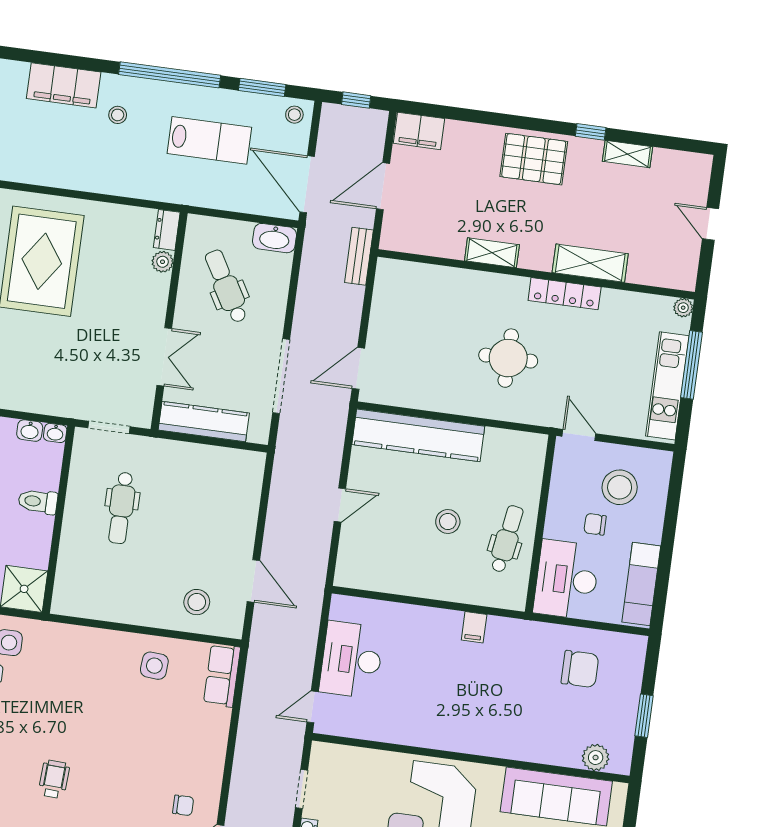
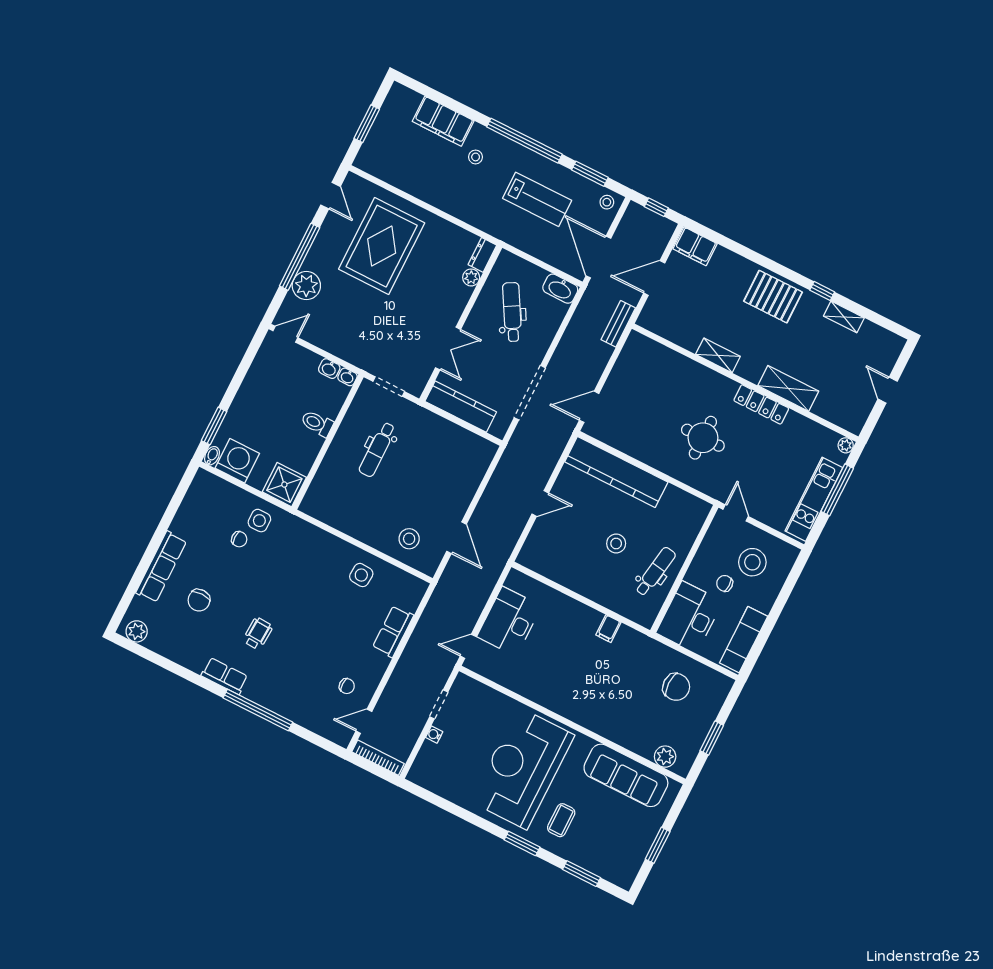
row of seats: (222, 675) -> (393, 631), moved

